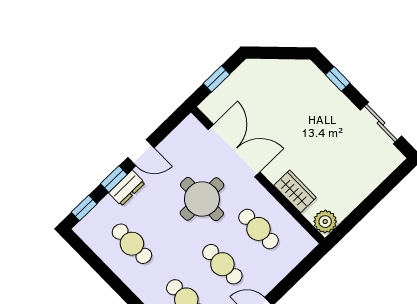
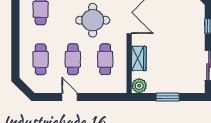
window: (369, 203) -> (168, 97), added

